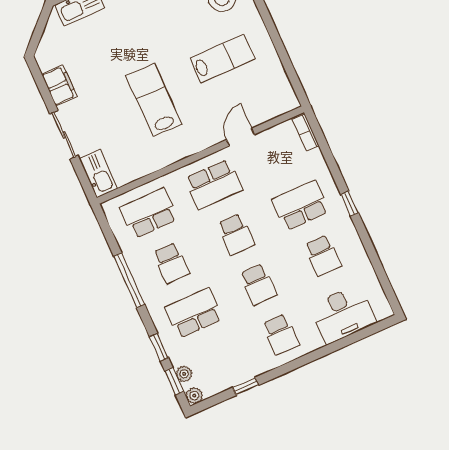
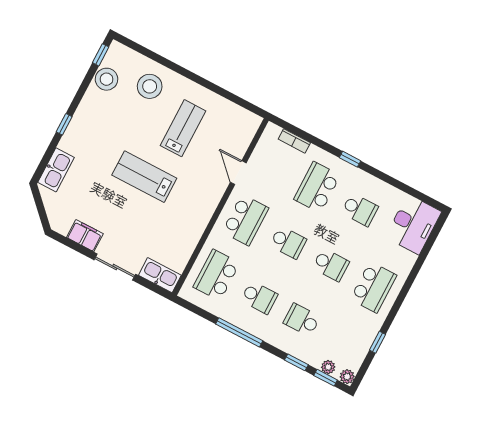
lab bench: (154, 100) -> (144, 177), moved
bookcase: (306, 133) -> (294, 141), moved
school desk: (194, 313) -> (302, 320), width x0.54
desk: (343, 314) -> (413, 224), moved
school desk: (281, 334) -> (373, 287), width x1.85

